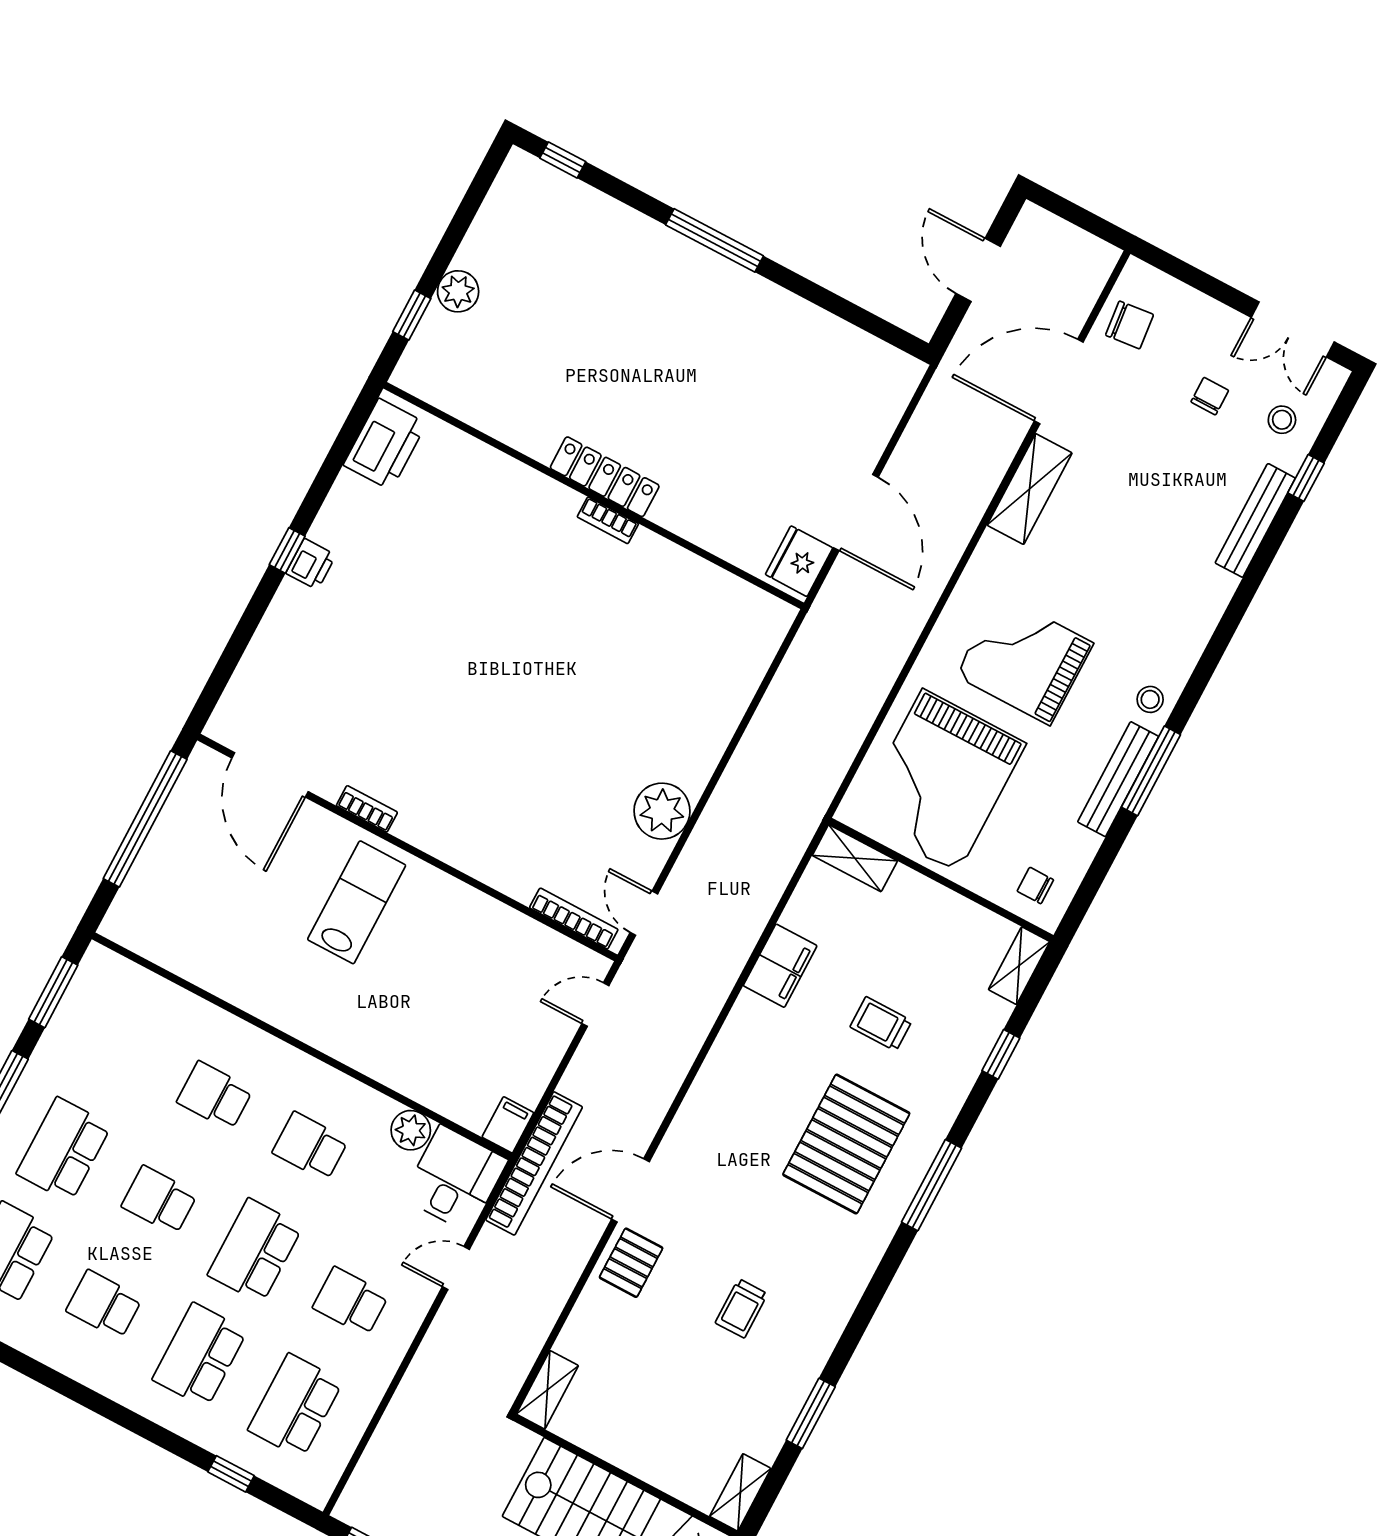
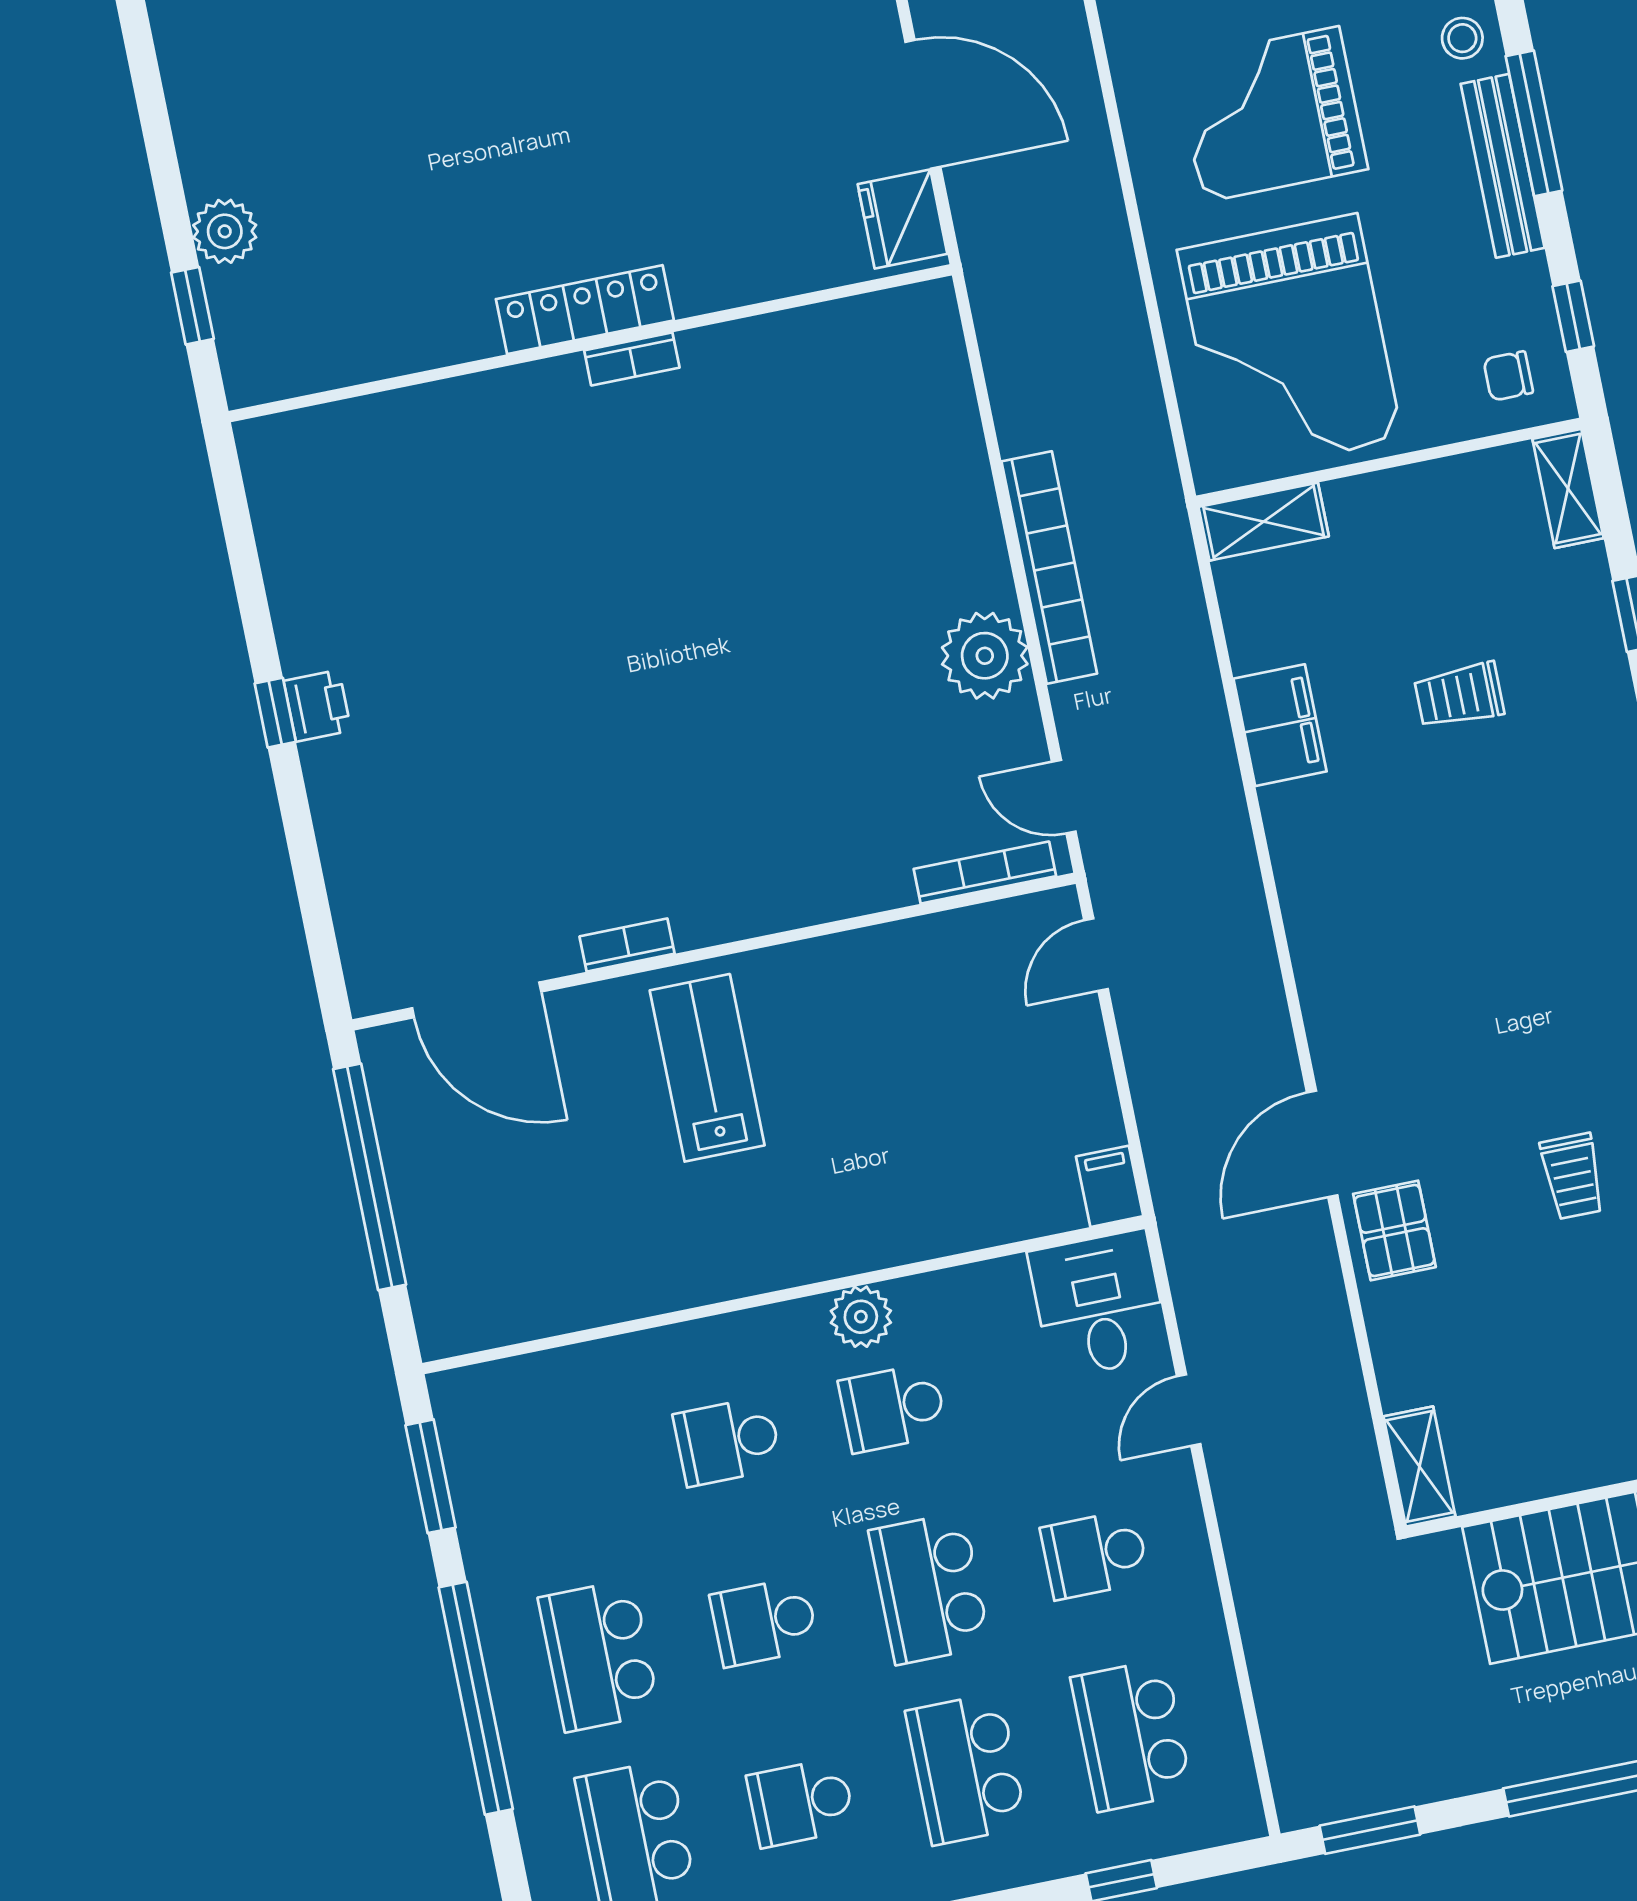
printer: (385, 444) -> (288, 488), removed
window: (1092, 882) -> (1573, 316), added
plant: (411, 1130) -> (861, 1317), moved
pallet: (846, 1144) -> (1536, 874), removed
bookcase: (534, 1163) -> (1049, 567), moved

